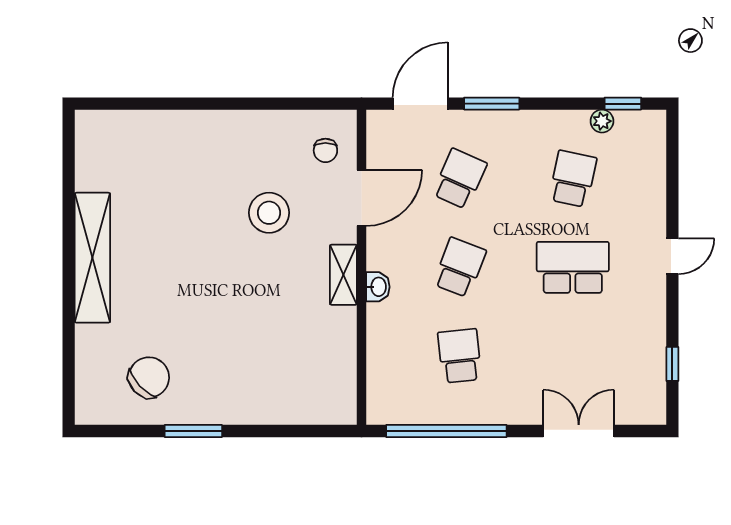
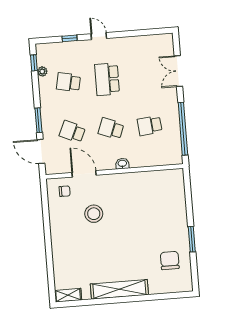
shelving: (343, 275) -> (68, 295), moved
window: (672, 364) -> (70, 38), moved
chair: (149, 377) -> (170, 260), turned 43

